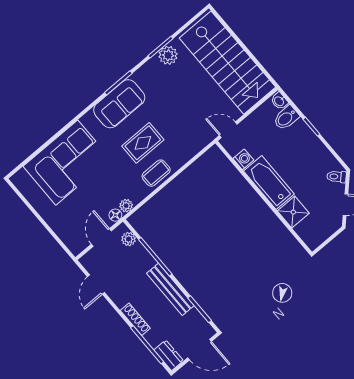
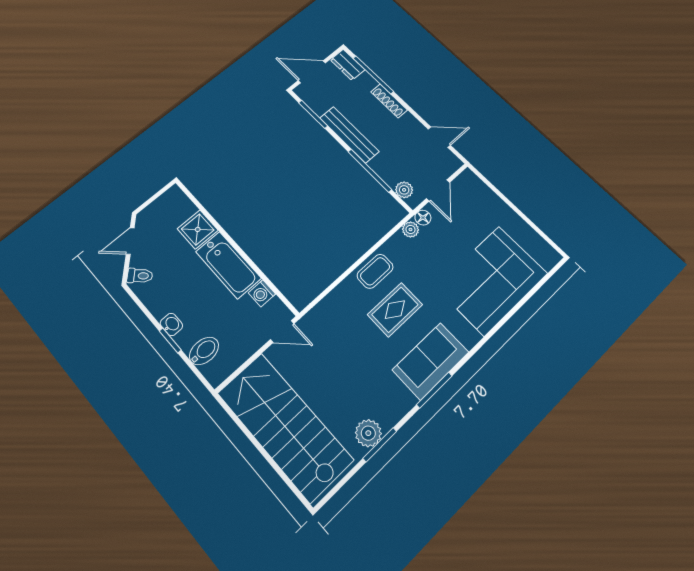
washbasin: (279, 101) -> (171, 324), moved
door: (96, 284) -> (439, 137), hinge flipped

